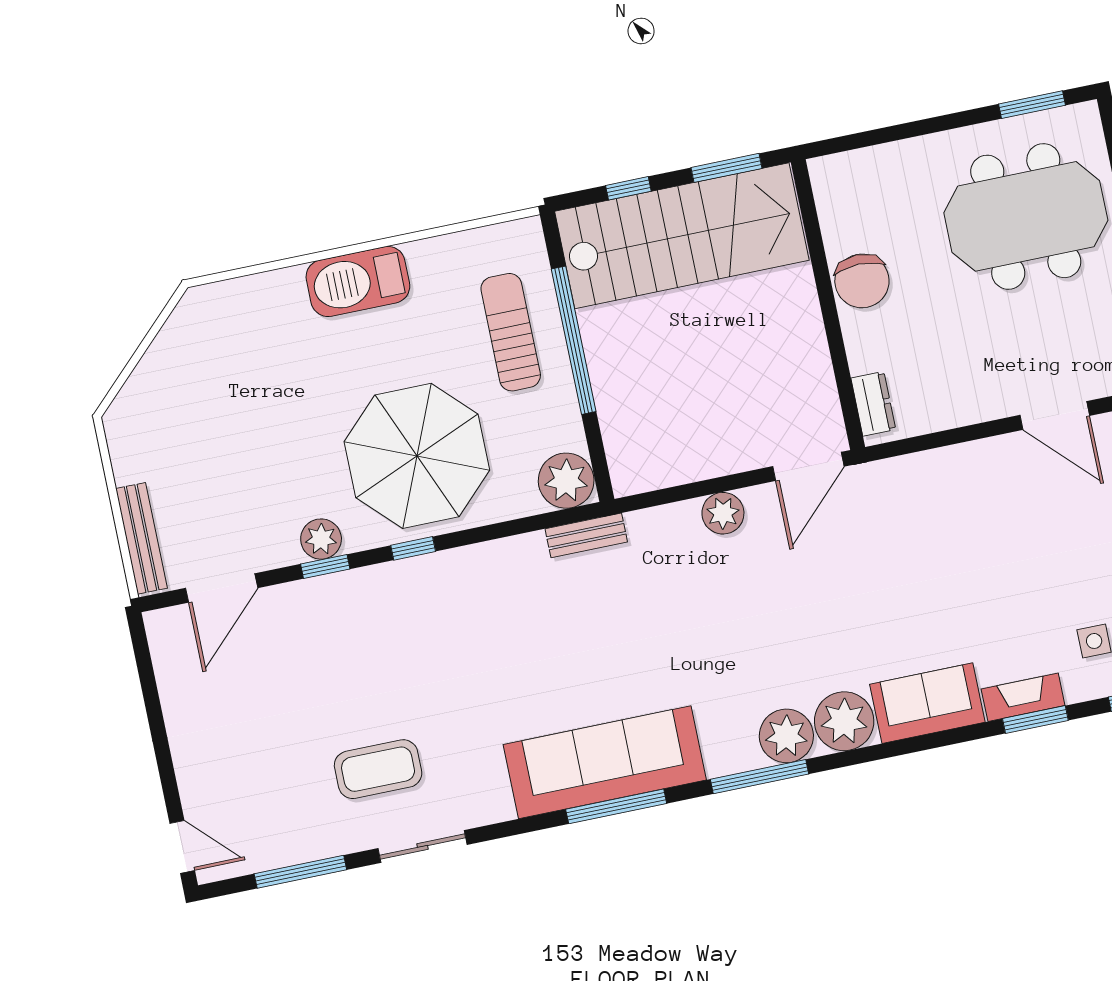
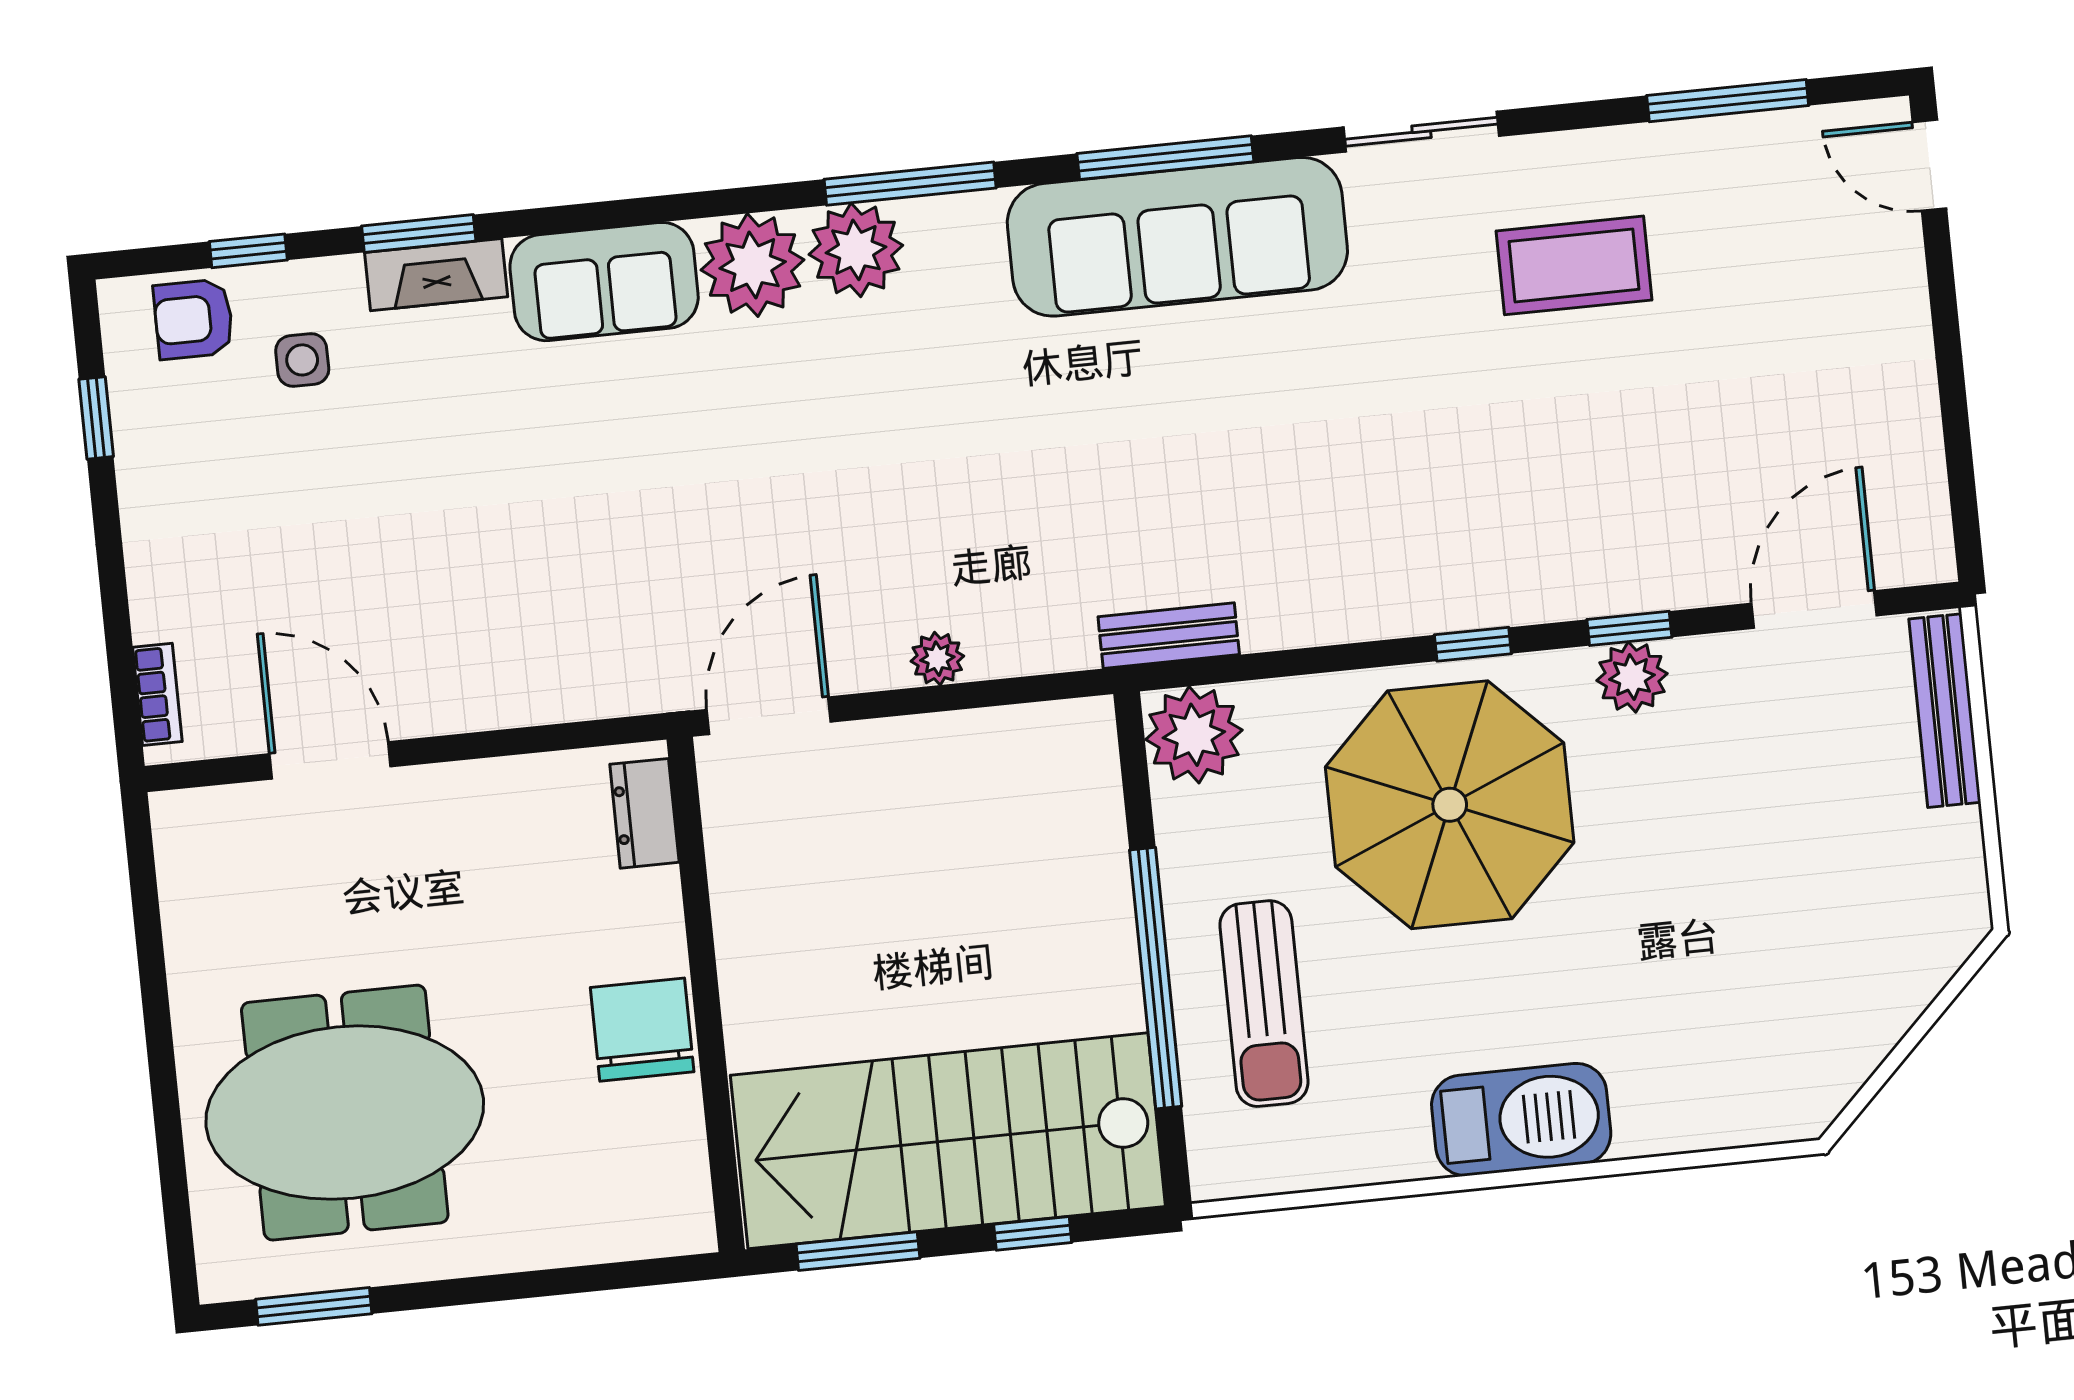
plant: (723, 513) -> (937, 659), width x0.73, depth x0.73
sliding door: (422, 846) -> (1421, 132), moved

